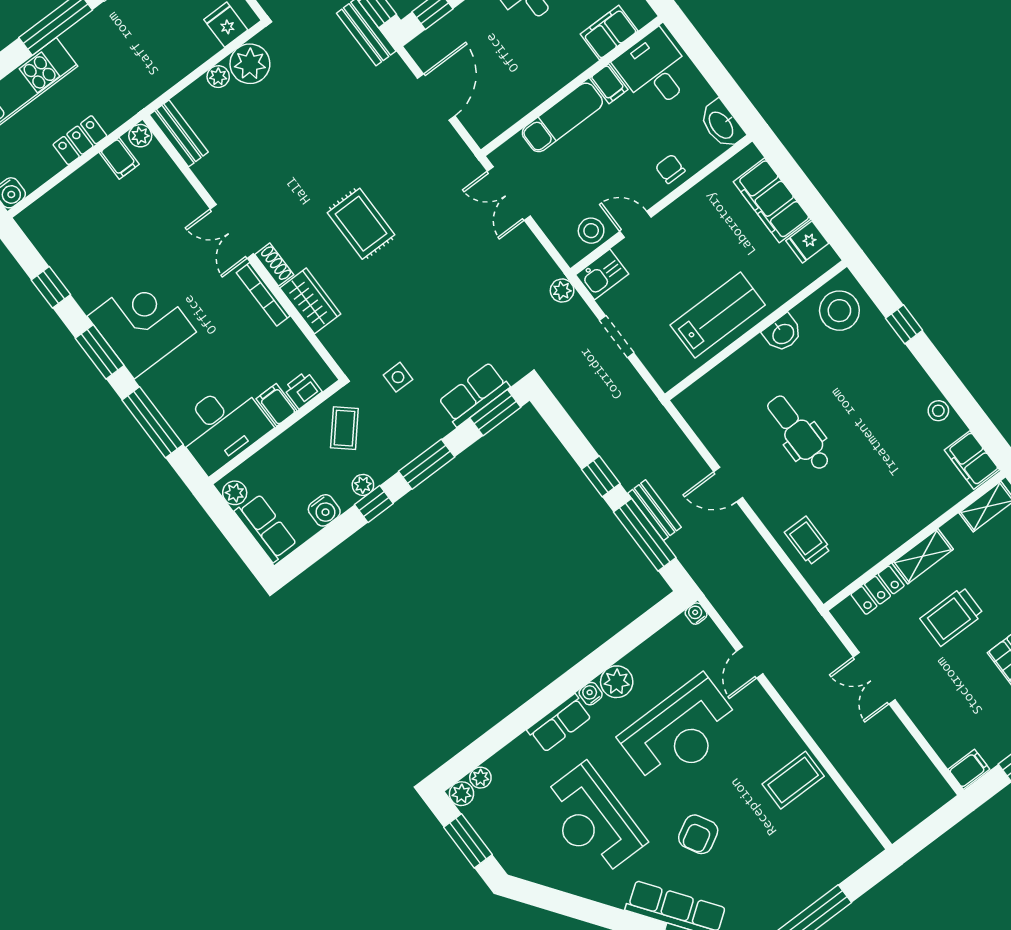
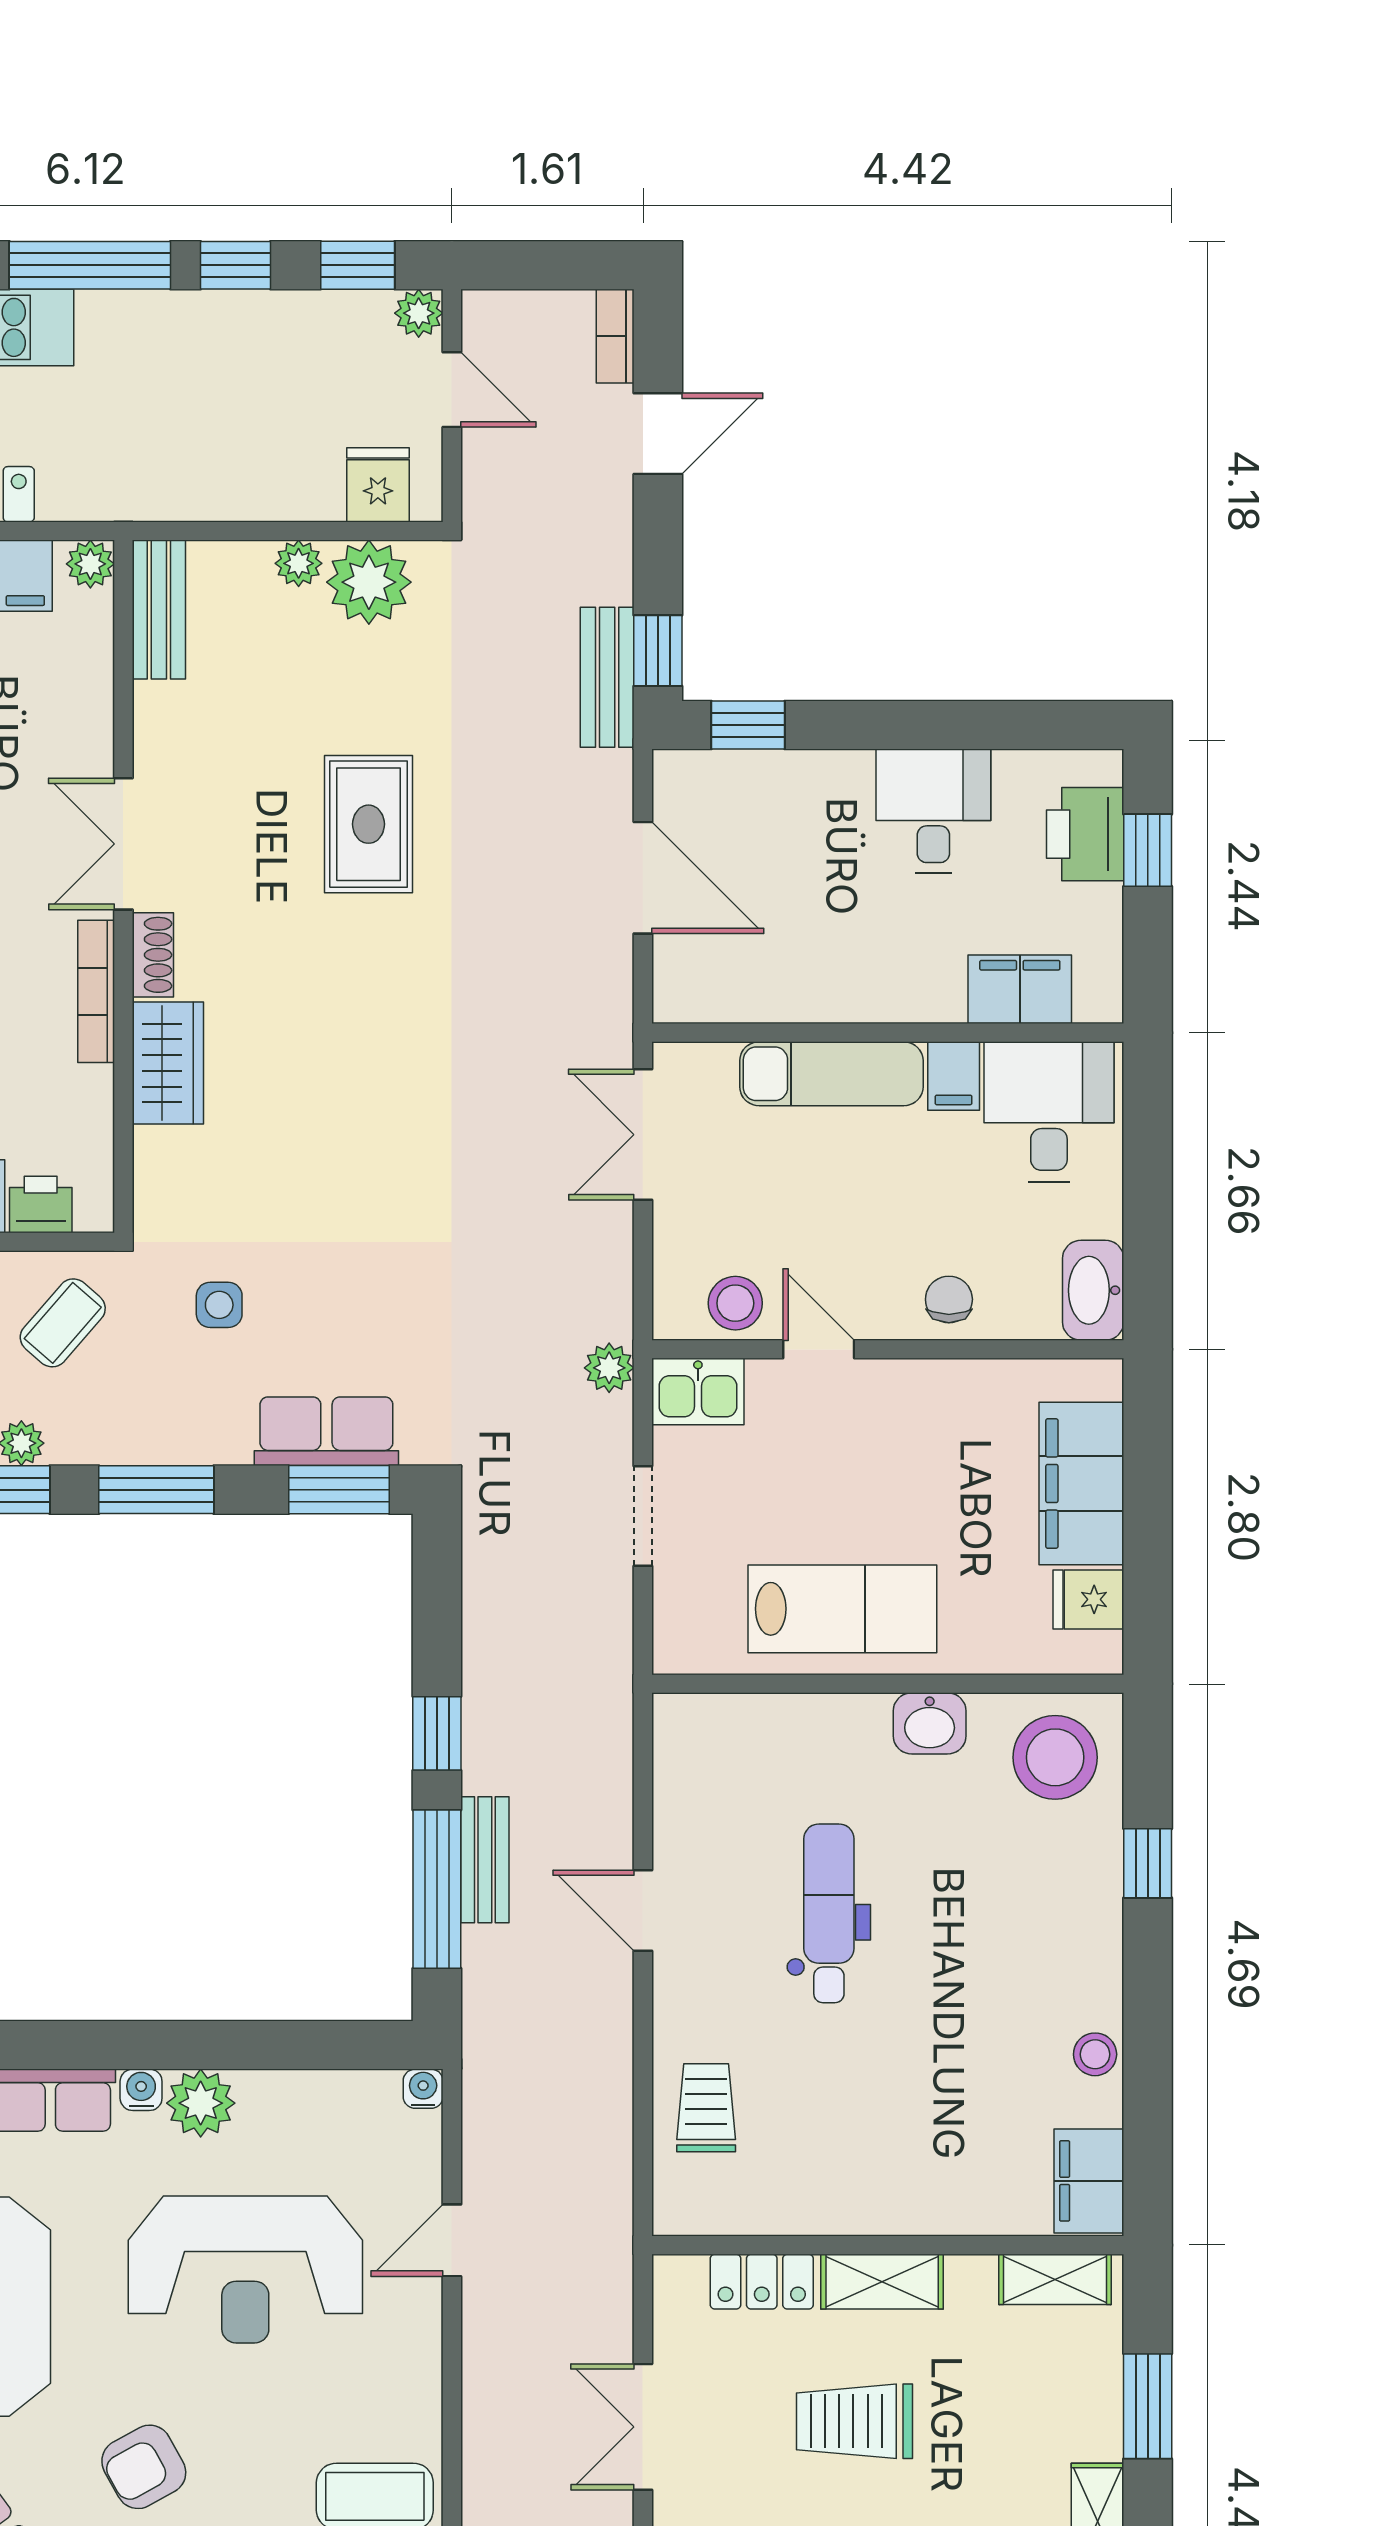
door: (436, 97) -> (643, 878), hinge flipped
rug: (361, 224) -> (369, 824), moved

